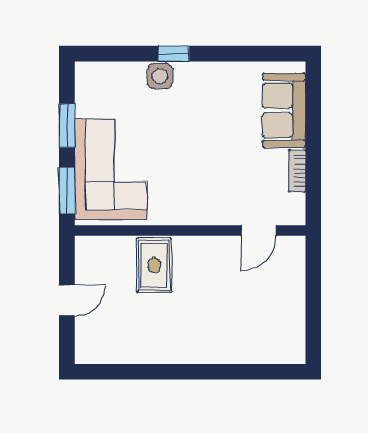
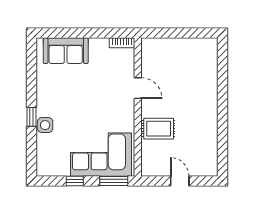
window: (67, 126) -> (75, 181), width x0.67
bookcase: (297, 171) -> (122, 43), moved
door: (259, 231) -> (138, 88), moved

